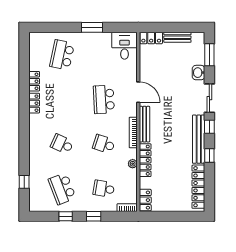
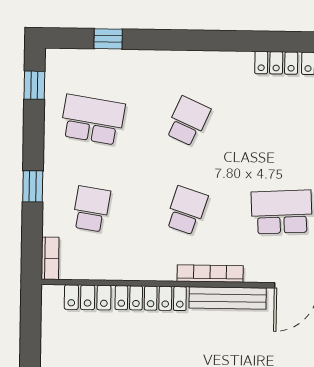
plant: (133, 164) -> (144, 271), removed
school desk: (62, 189) -> (93, 120), turned 30
locker: (145, 200) -> (88, 297), moved
window: (66, 216) -> (34, 85), moved

